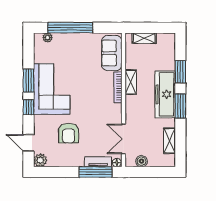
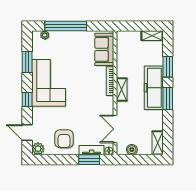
shelving: (144, 38) -> (152, 36), moved
window: (28, 81) -> (27, 62), moved
shelving: (131, 82) -> (122, 89), moved
armchair: (69, 133) -> (64, 139), moved
shelving: (169, 141) -> (158, 143), moved
window: (96, 172) -> (89, 160), width x0.69

